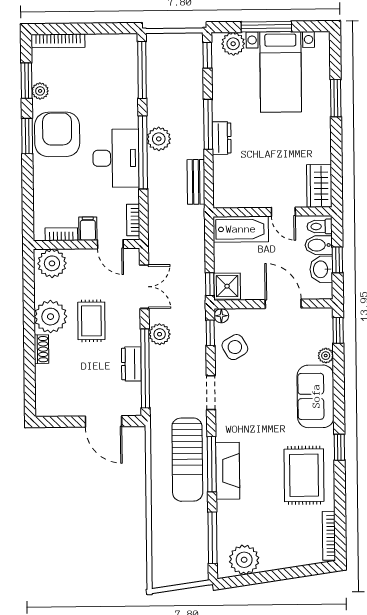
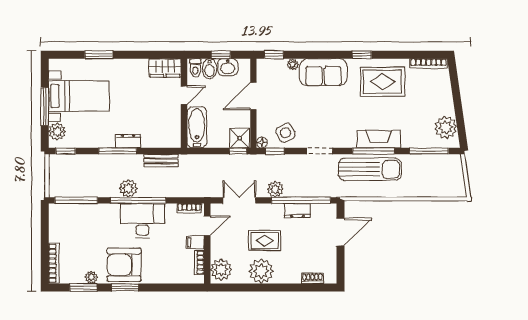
shoe rack: (41, 349) -> (312, 278), moved

